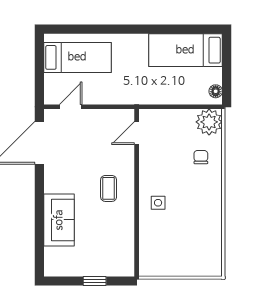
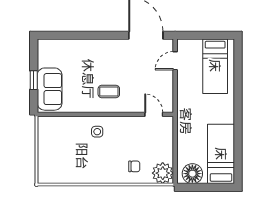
floor lamp: (216, 91) -> (192, 174), width x1.89, depth x1.89
door: (71, 107) -> (175, 61), swing flipped
sofa: (59, 220) -> (50, 89), moved, turned -90

